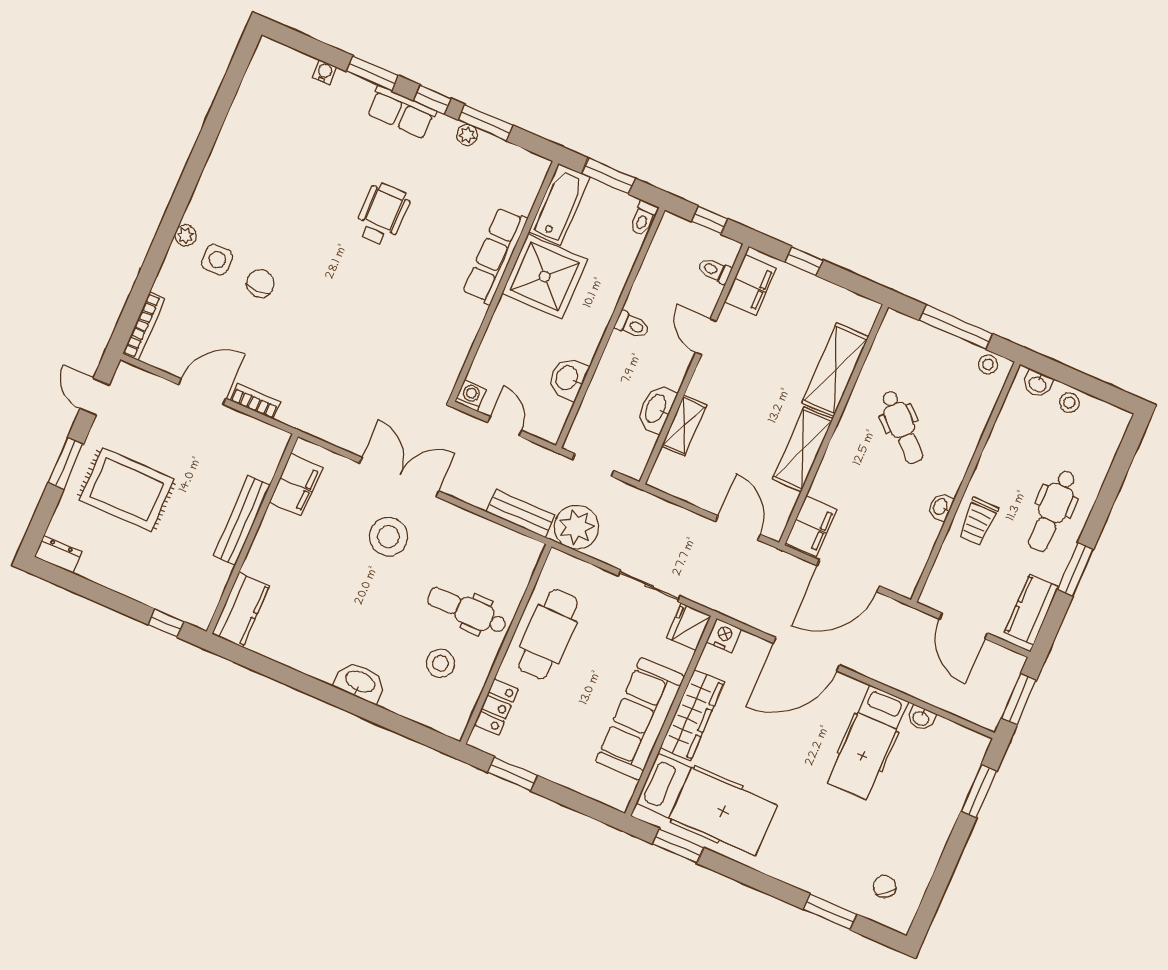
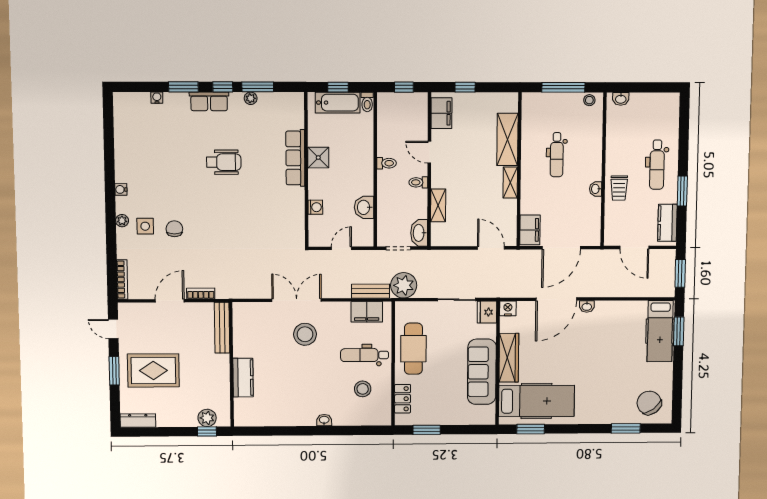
window: (608, 176) -> (338, 87), width x0.67
water cooler: (206, 187) -> (121, 189), added
bathtub: (559, 204) -> (338, 103), moved, turned 90
wheelchair: (382, 214) -> (224, 162), turned 90
toilet: (715, 270) -> (418, 182), moved
shower: (545, 277) -> (318, 158), width x0.54, depth x0.54
washing machine: (470, 395) -> (315, 207), moved, turned 90
stool: (1069, 403) -> (642, 102), removed
washbasin: (656, 409) -> (419, 233), moved
door: (505, 427) -> (341, 248), hinge flipped
dental chair: (902, 427) -> (557, 155), turned 46
shelving: (803, 449) -> (510, 182), width x0.67, depth x0.75
filing cabinet: (296, 485) -> (367, 312), moved, turned 90
bench: (242, 520) -> (222, 328), moved
dresser: (58, 554) -> (138, 421), width x1.44
plant: (176, 602) -> (207, 418), added
kitchen counter: (241, 610) -> (243, 378), moved
washbasin: (360, 682) -> (324, 420), width x0.52, depth x0.69
washbasin: (921, 718) -> (587, 306), moved
hospital bed: (868, 742) -> (660, 331), moved
chair: (885, 887) -> (649, 403), width x1.87, depth x1.87

